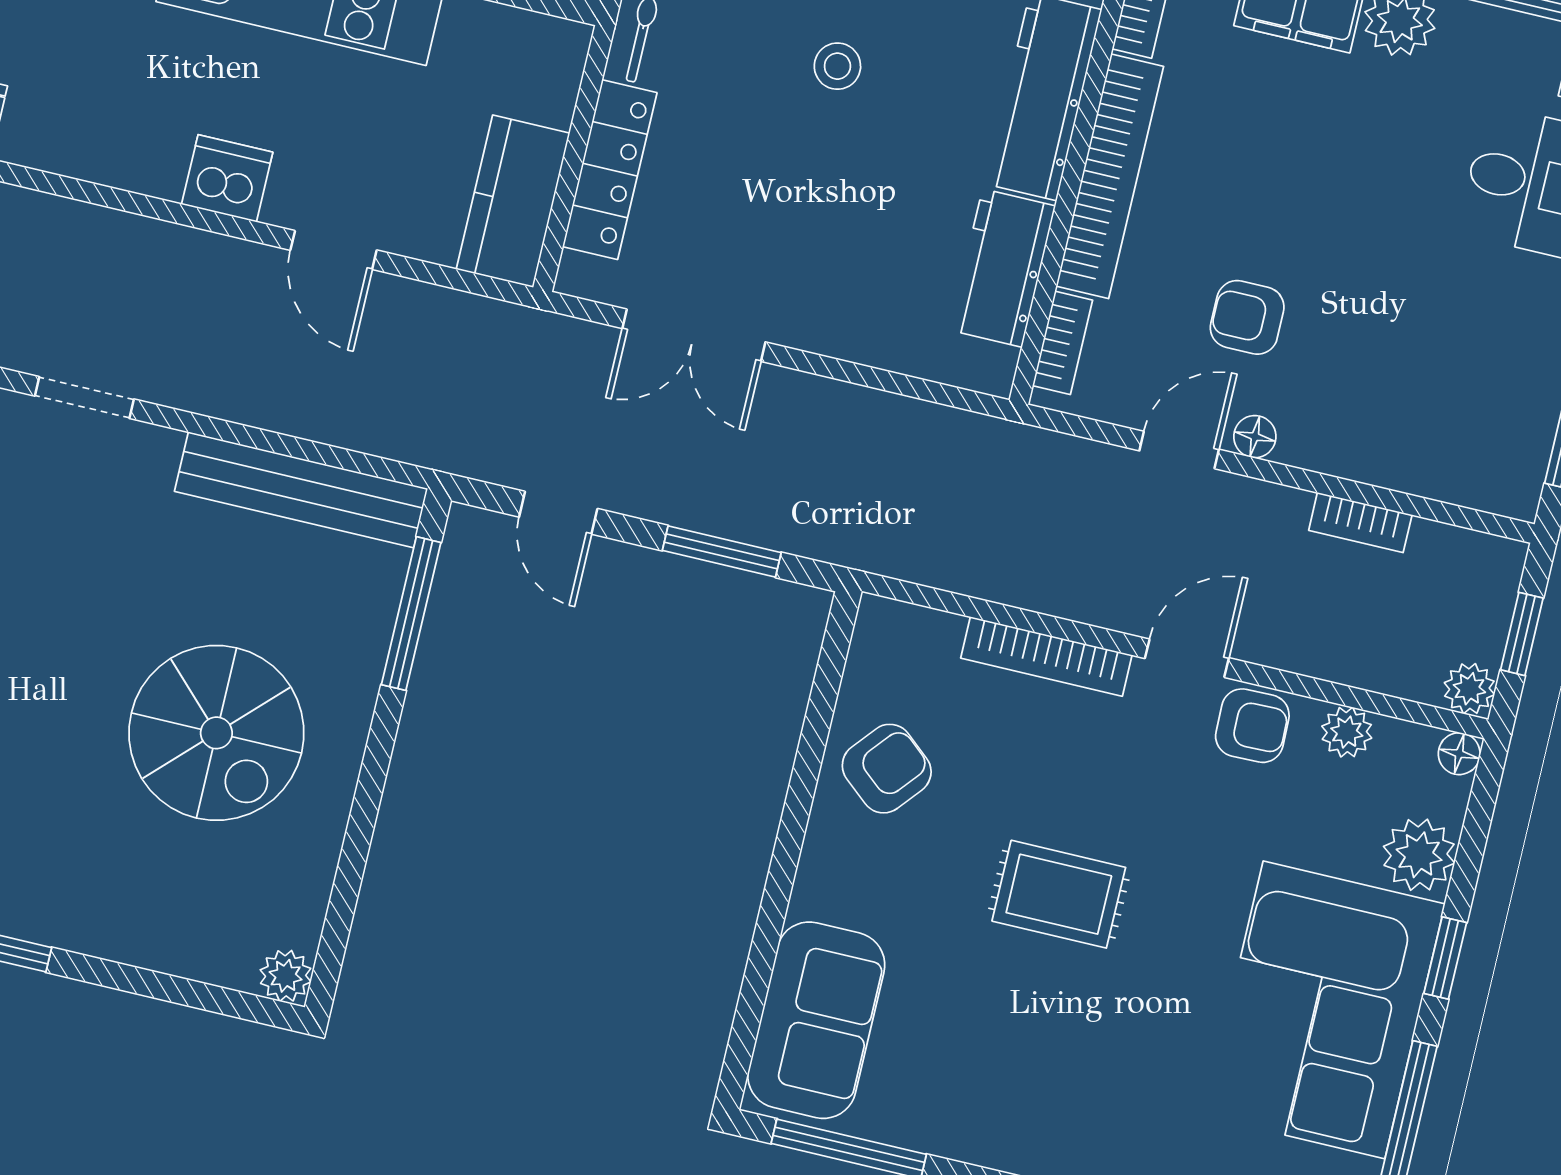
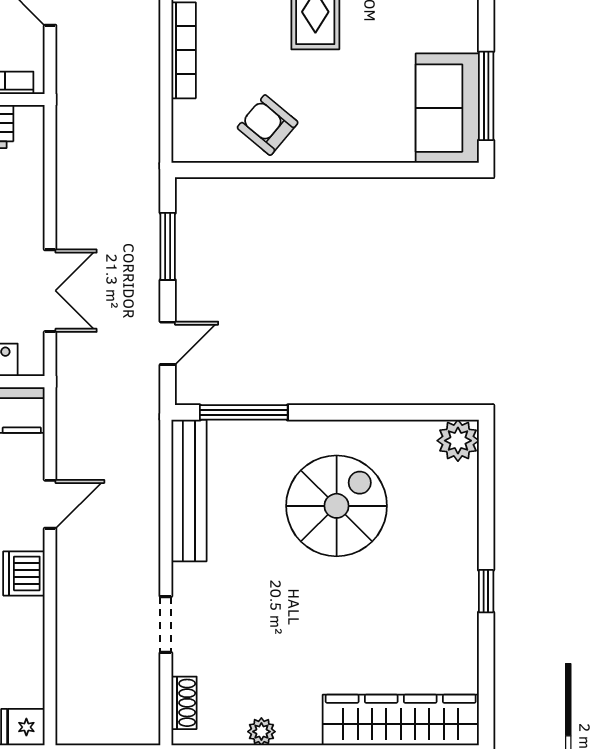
plant: (286, 976) -> (458, 441), width x1.38, depth x1.38
sofa: (816, 1020) -> (447, 108), moved, turned -90

